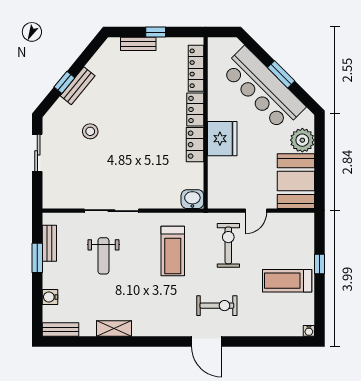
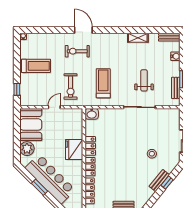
window: (319, 264) -> (17, 89), moved

